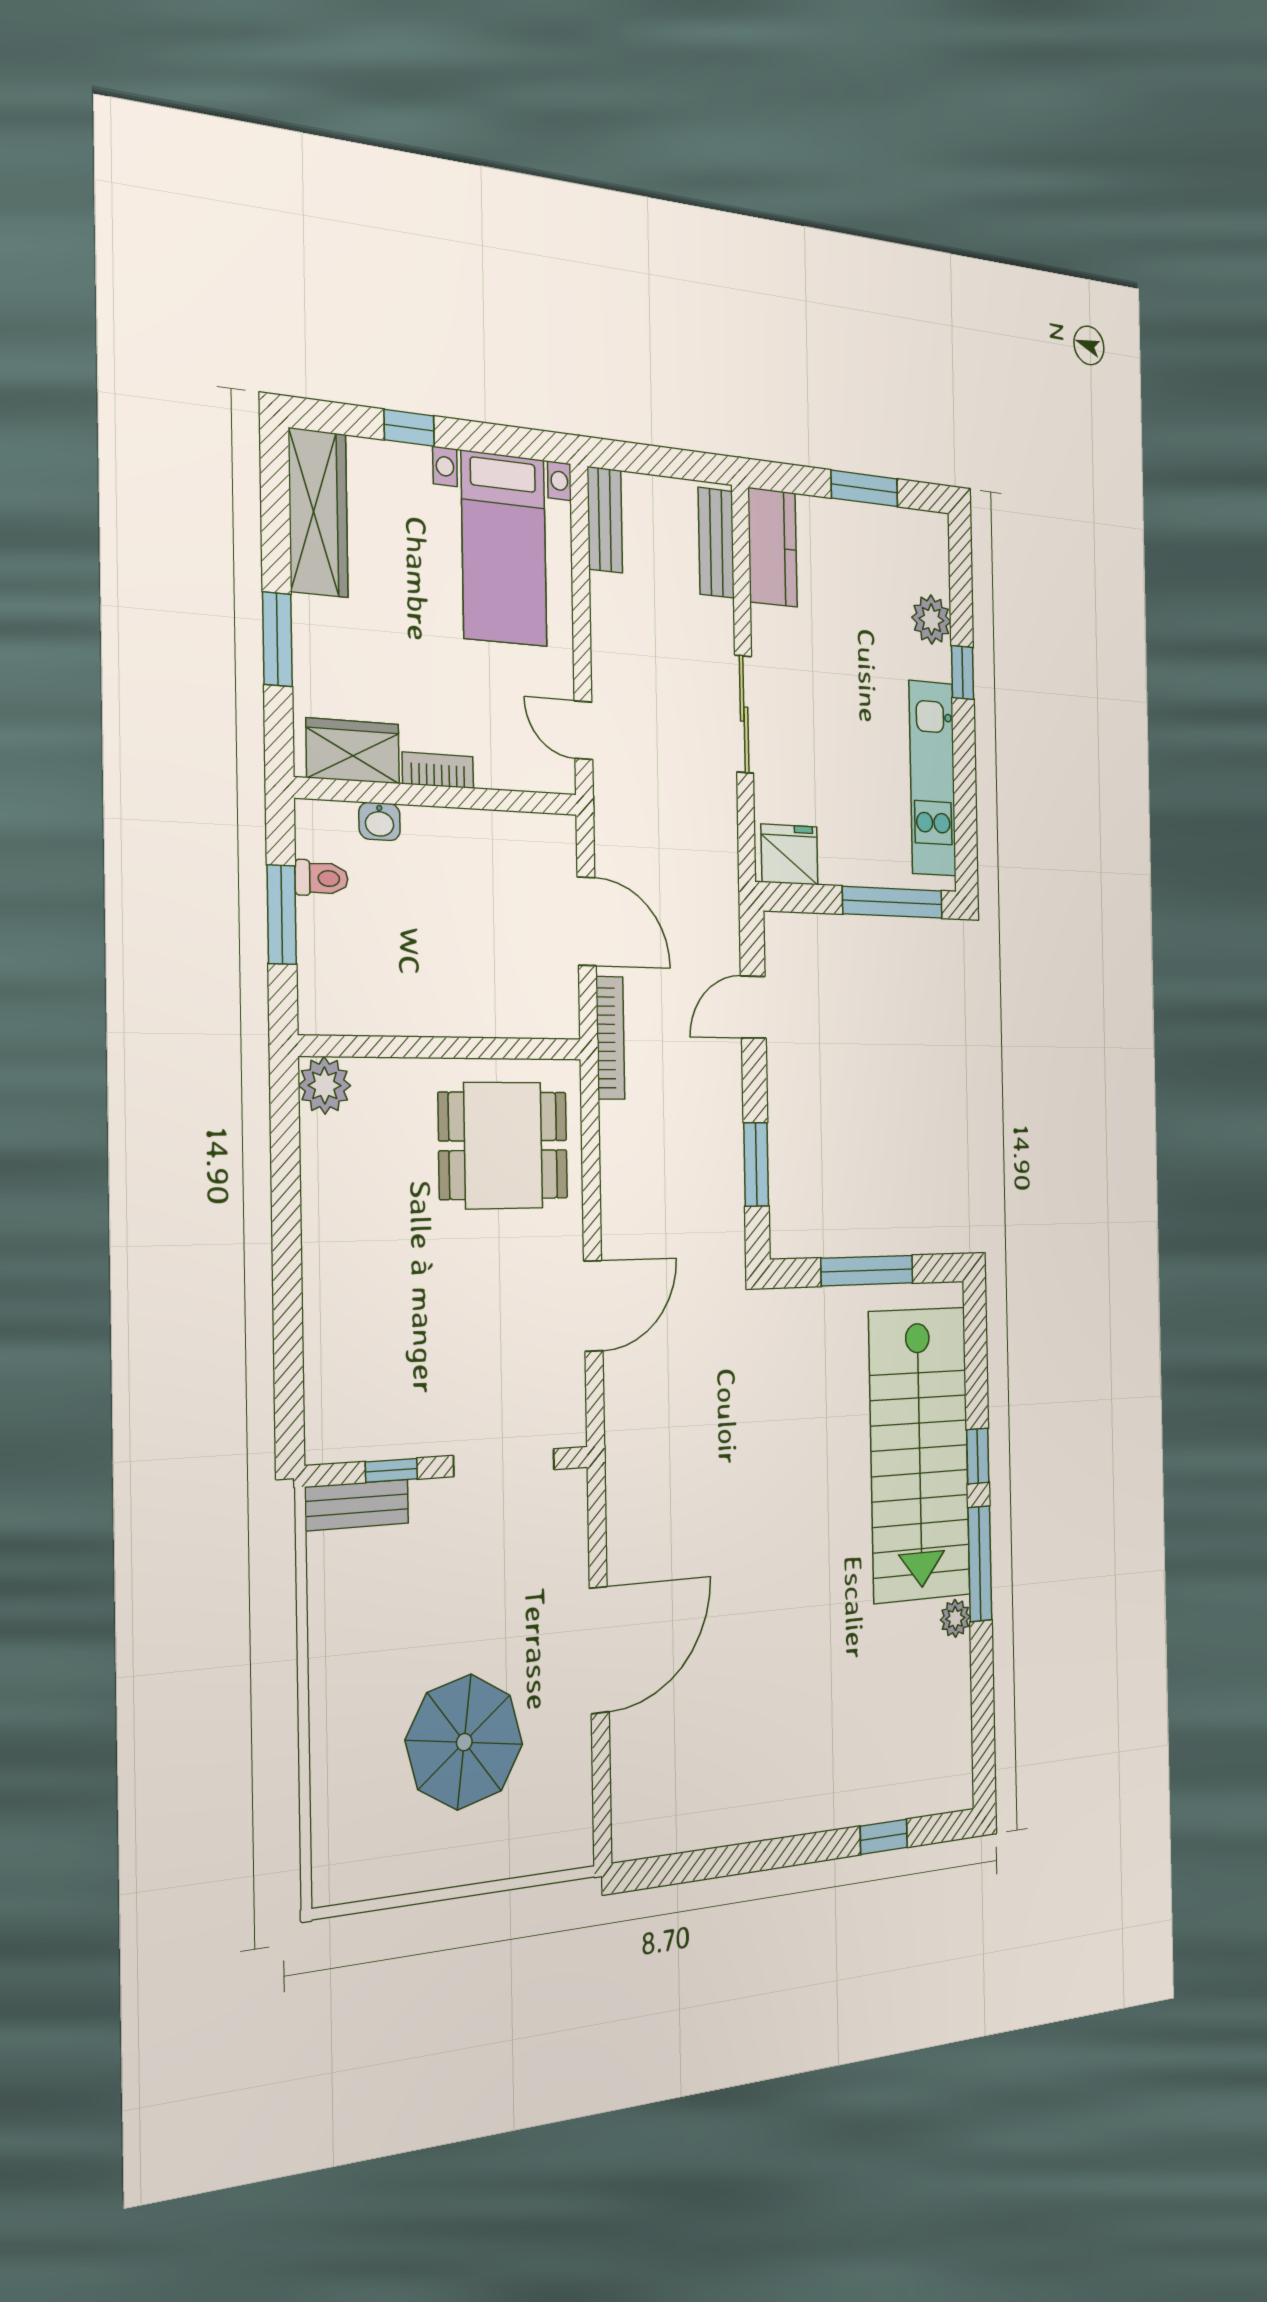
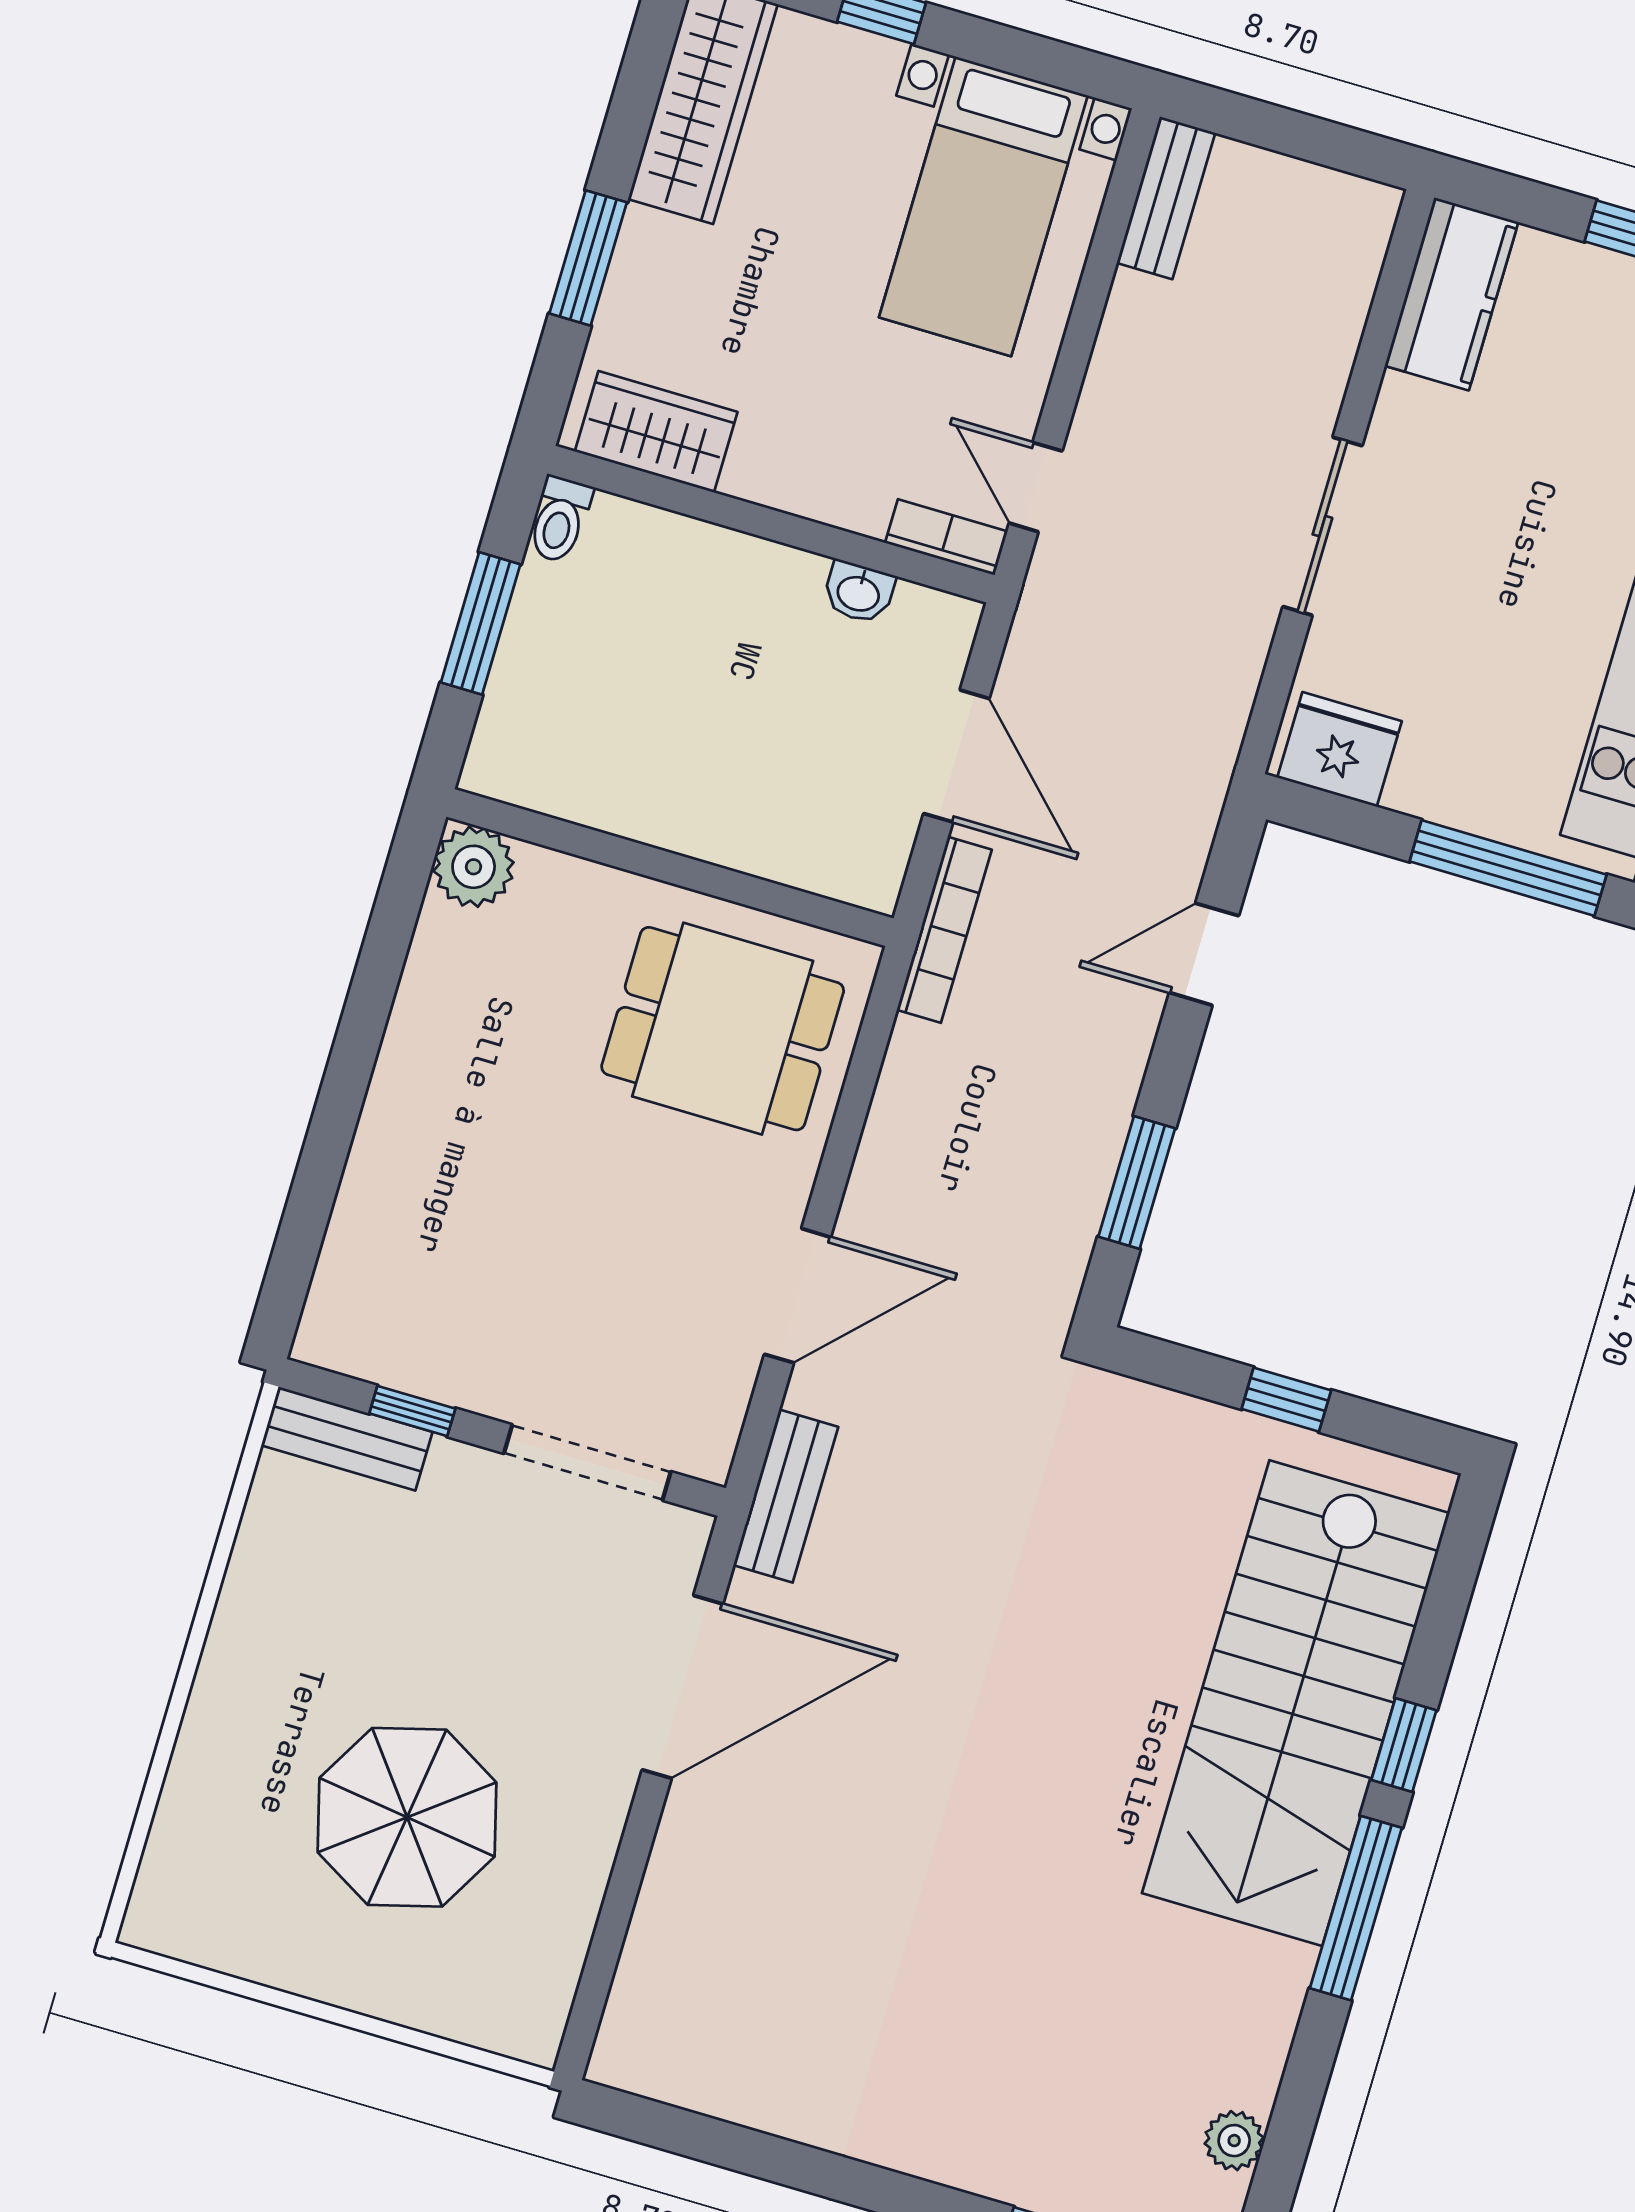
bench: (716, 543) -> (786, 1496), moved
bookcase: (438, 770) -> (946, 537), moved
washbasin: (379, 821) -> (859, 592), moved
toilet: (322, 878) -> (560, 519), moved, turned 90
window: (867, 1271) -> (1286, 1400), width x0.46
plant: (955, 1618) -> (1234, 2141), moved
door: (599, 1650) -> (682, 1687), moved

